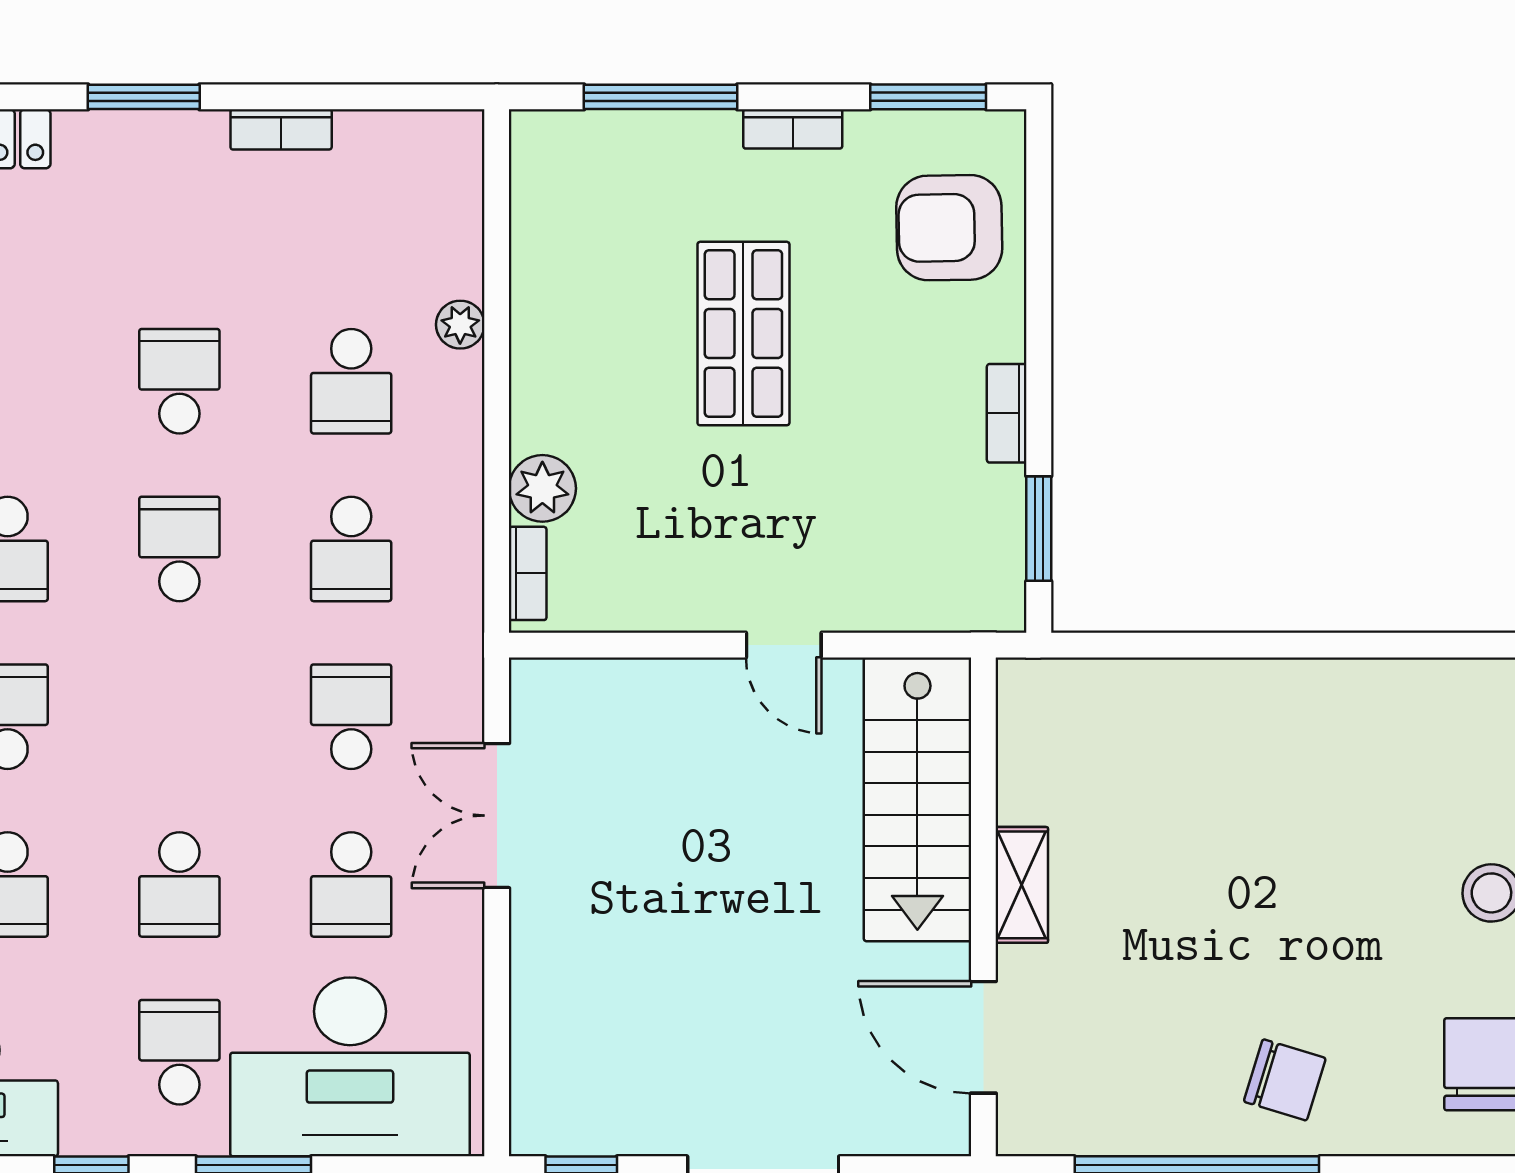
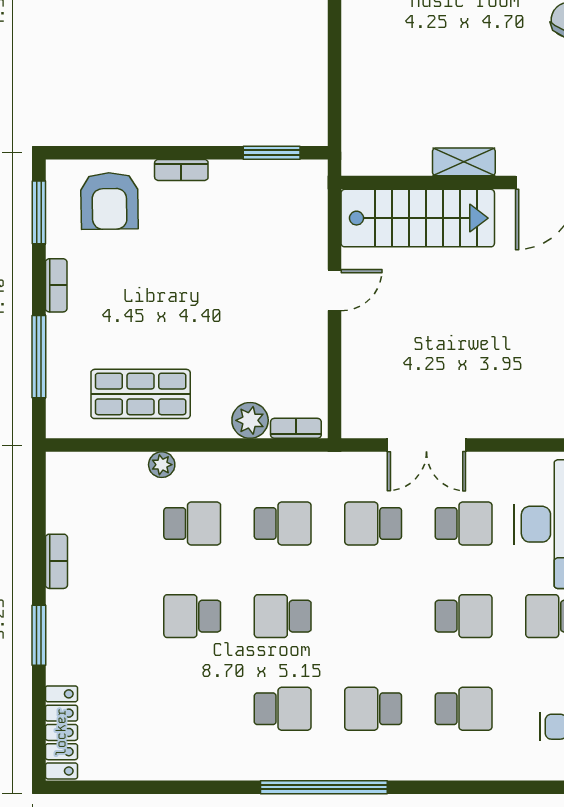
shop shelf: (743, 334) -> (141, 394), moved
bookcase: (1007, 413) -> (181, 170), moved

